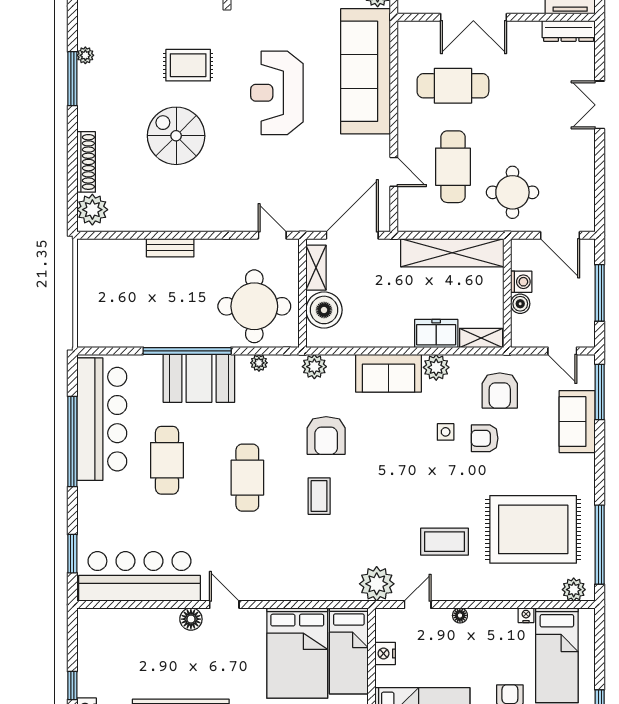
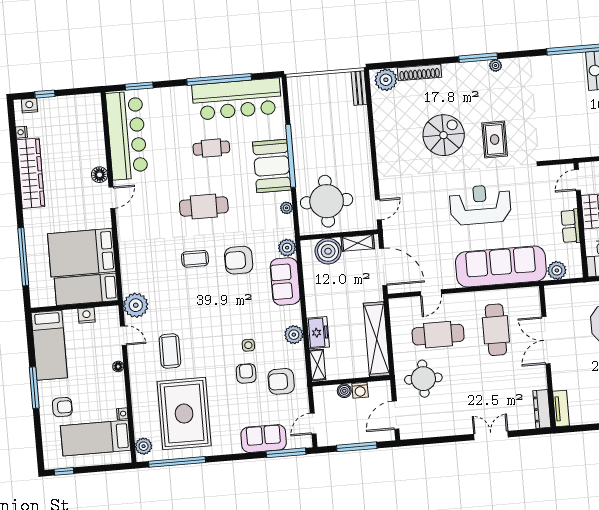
bench: (170, 248) -> (359, 88), moved
sofa: (389, 373) -> (285, 281), moved
cafe table: (167, 460) -> (211, 148), width x0.73, depth x0.74

